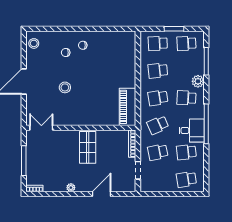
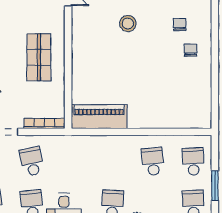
school desk: (158, 98) -> (112, 161), removed
school desk: (158, 125) -> (72, 161), removed
shop shelf: (88, 147) -> (39, 57), turned 90

